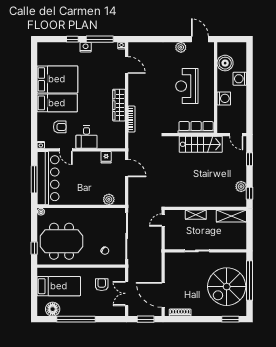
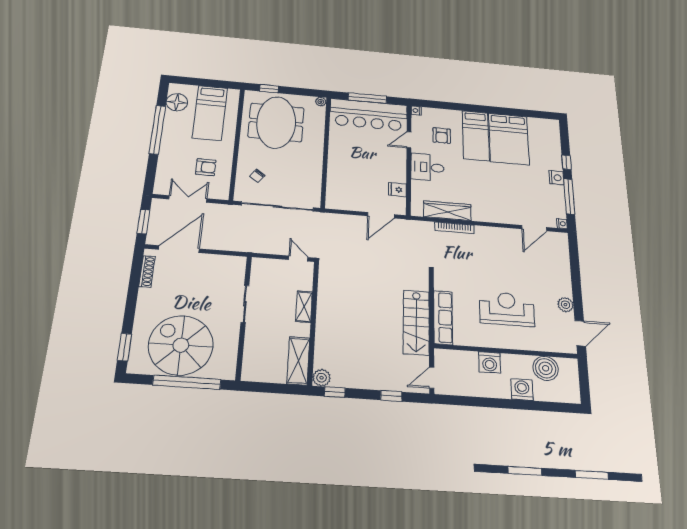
wardrobe: (119, 105) -> (447, 211), moved
plant: (241, 186) -> (322, 378), moved
plant: (109, 199) -> (334, 188), removed

